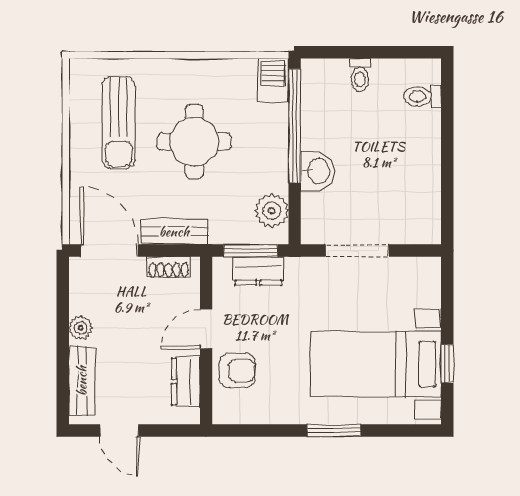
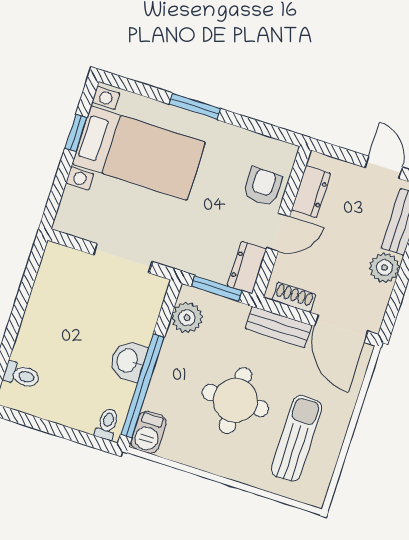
toilet: (360, 75) -> (107, 424), moved
washbasin: (318, 171) -> (128, 361), moved
dresser: (258, 271) -> (247, 267), moved, turned -90
plant: (81, 328) -> (384, 268), width x1.38, depth x1.38
armchair: (237, 371) -> (263, 187), turned 90

